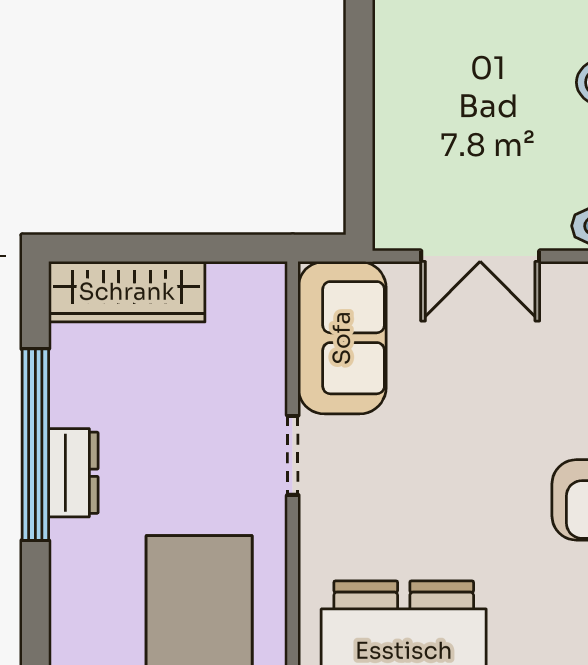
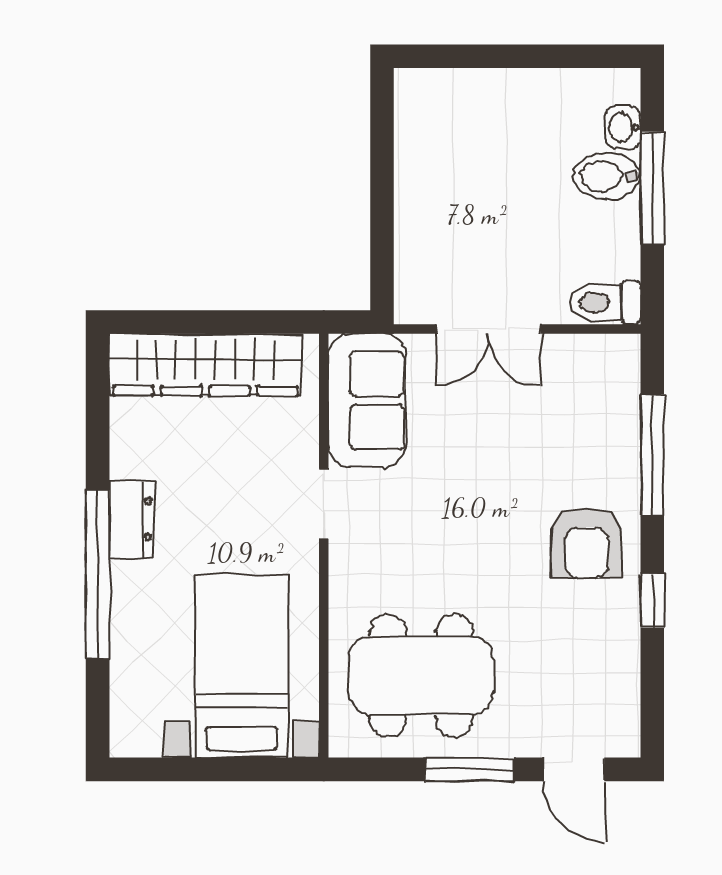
wardrobe: (127, 292) -> (205, 365), width x1.40, depth x1.17
window: (35, 445) -> (98, 574), moved

